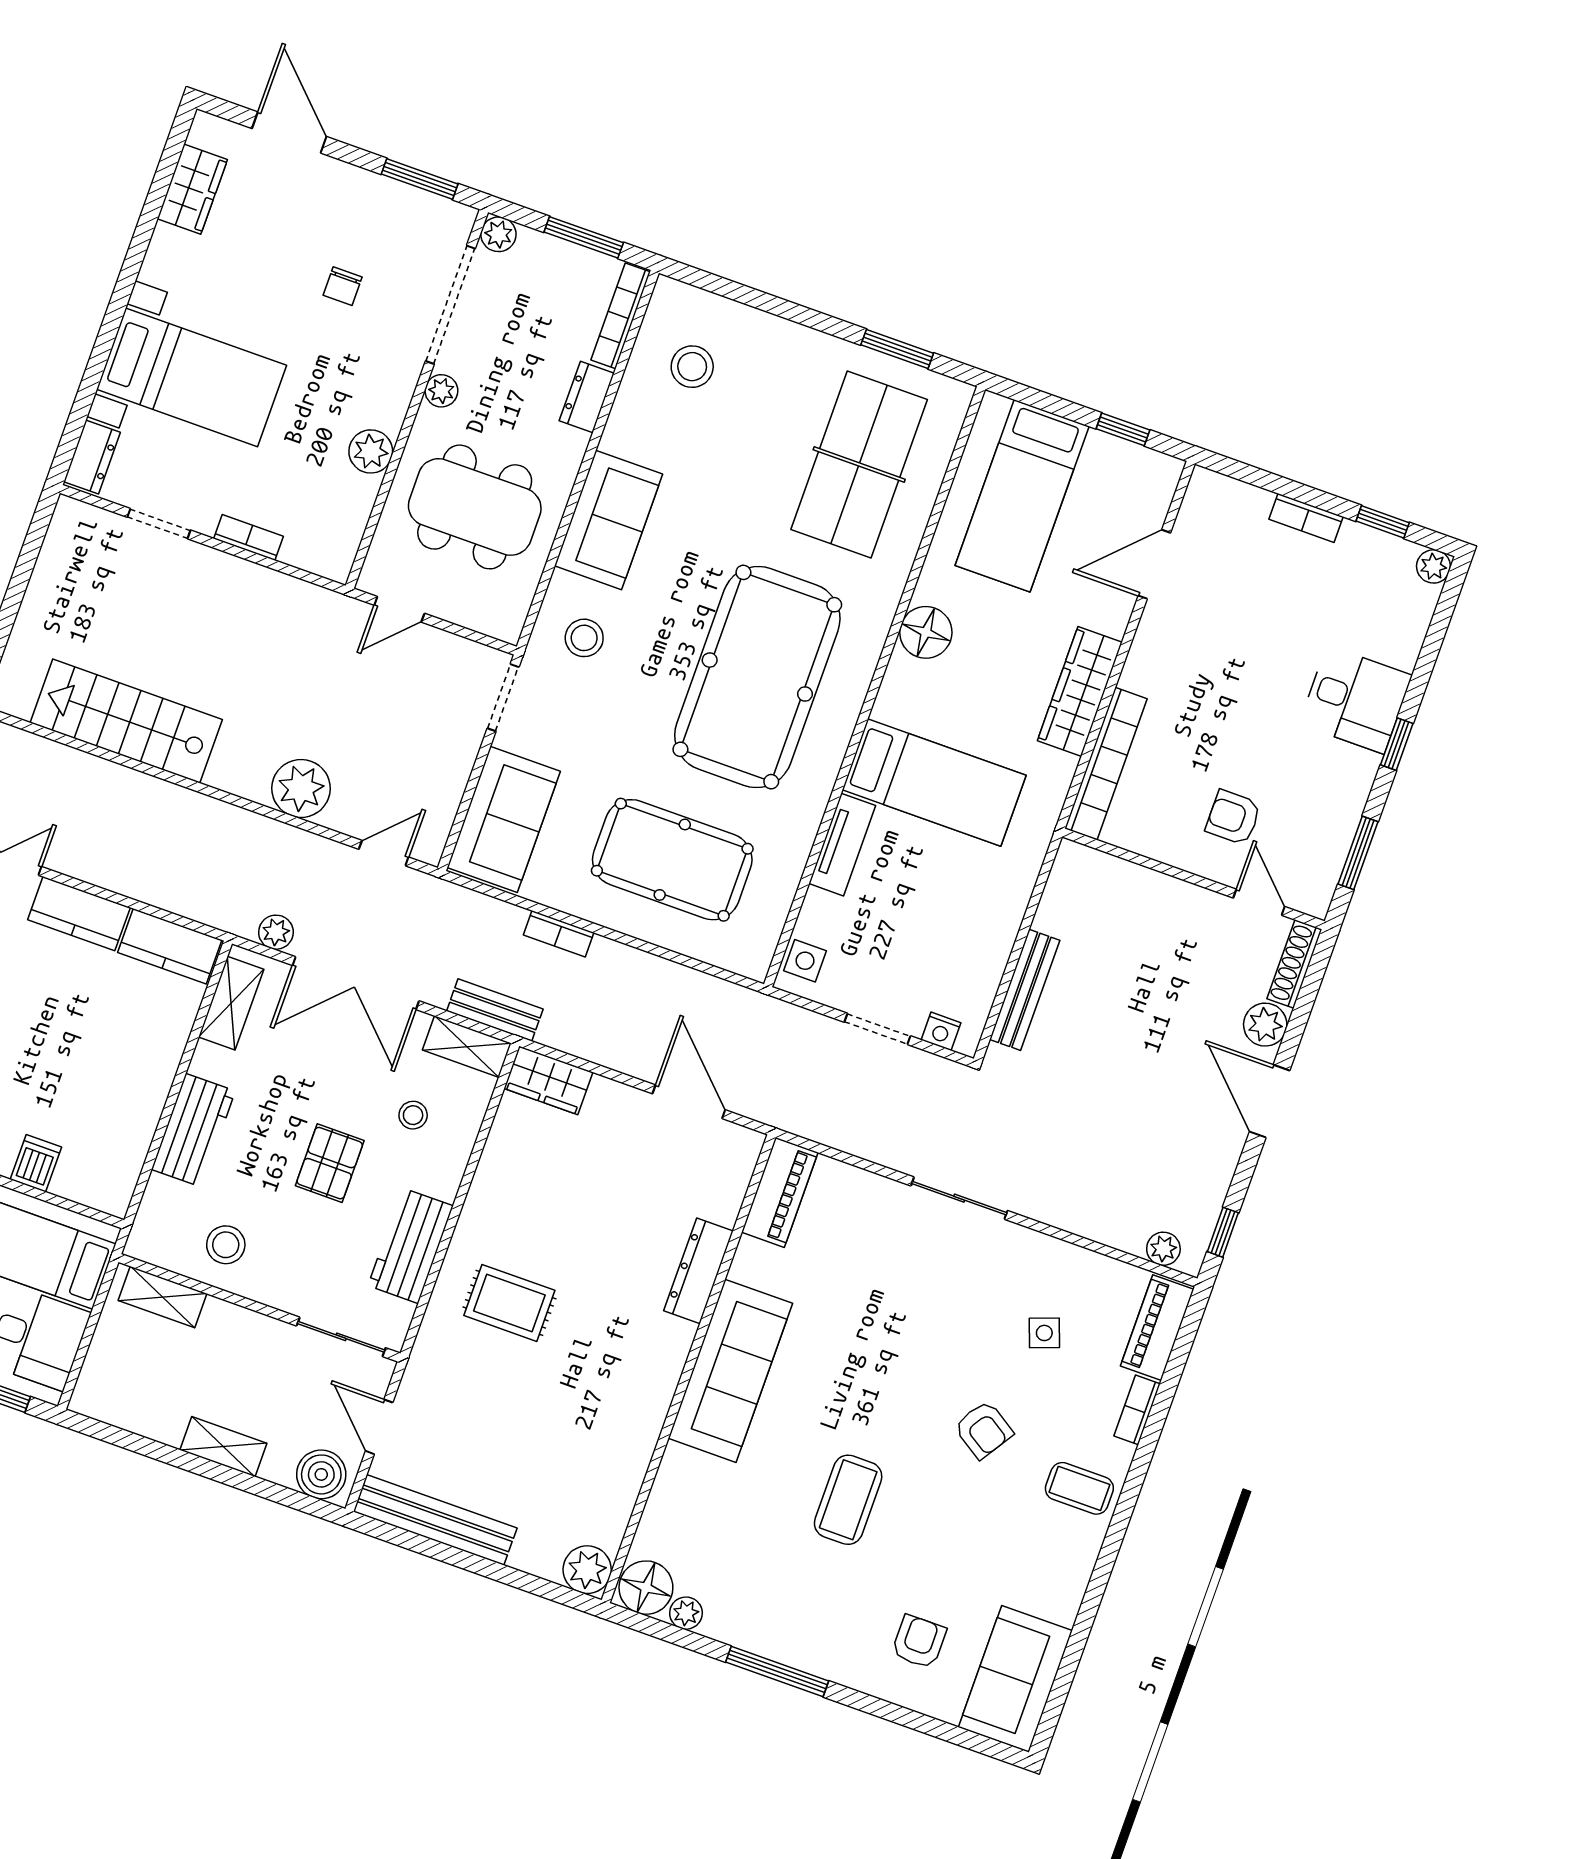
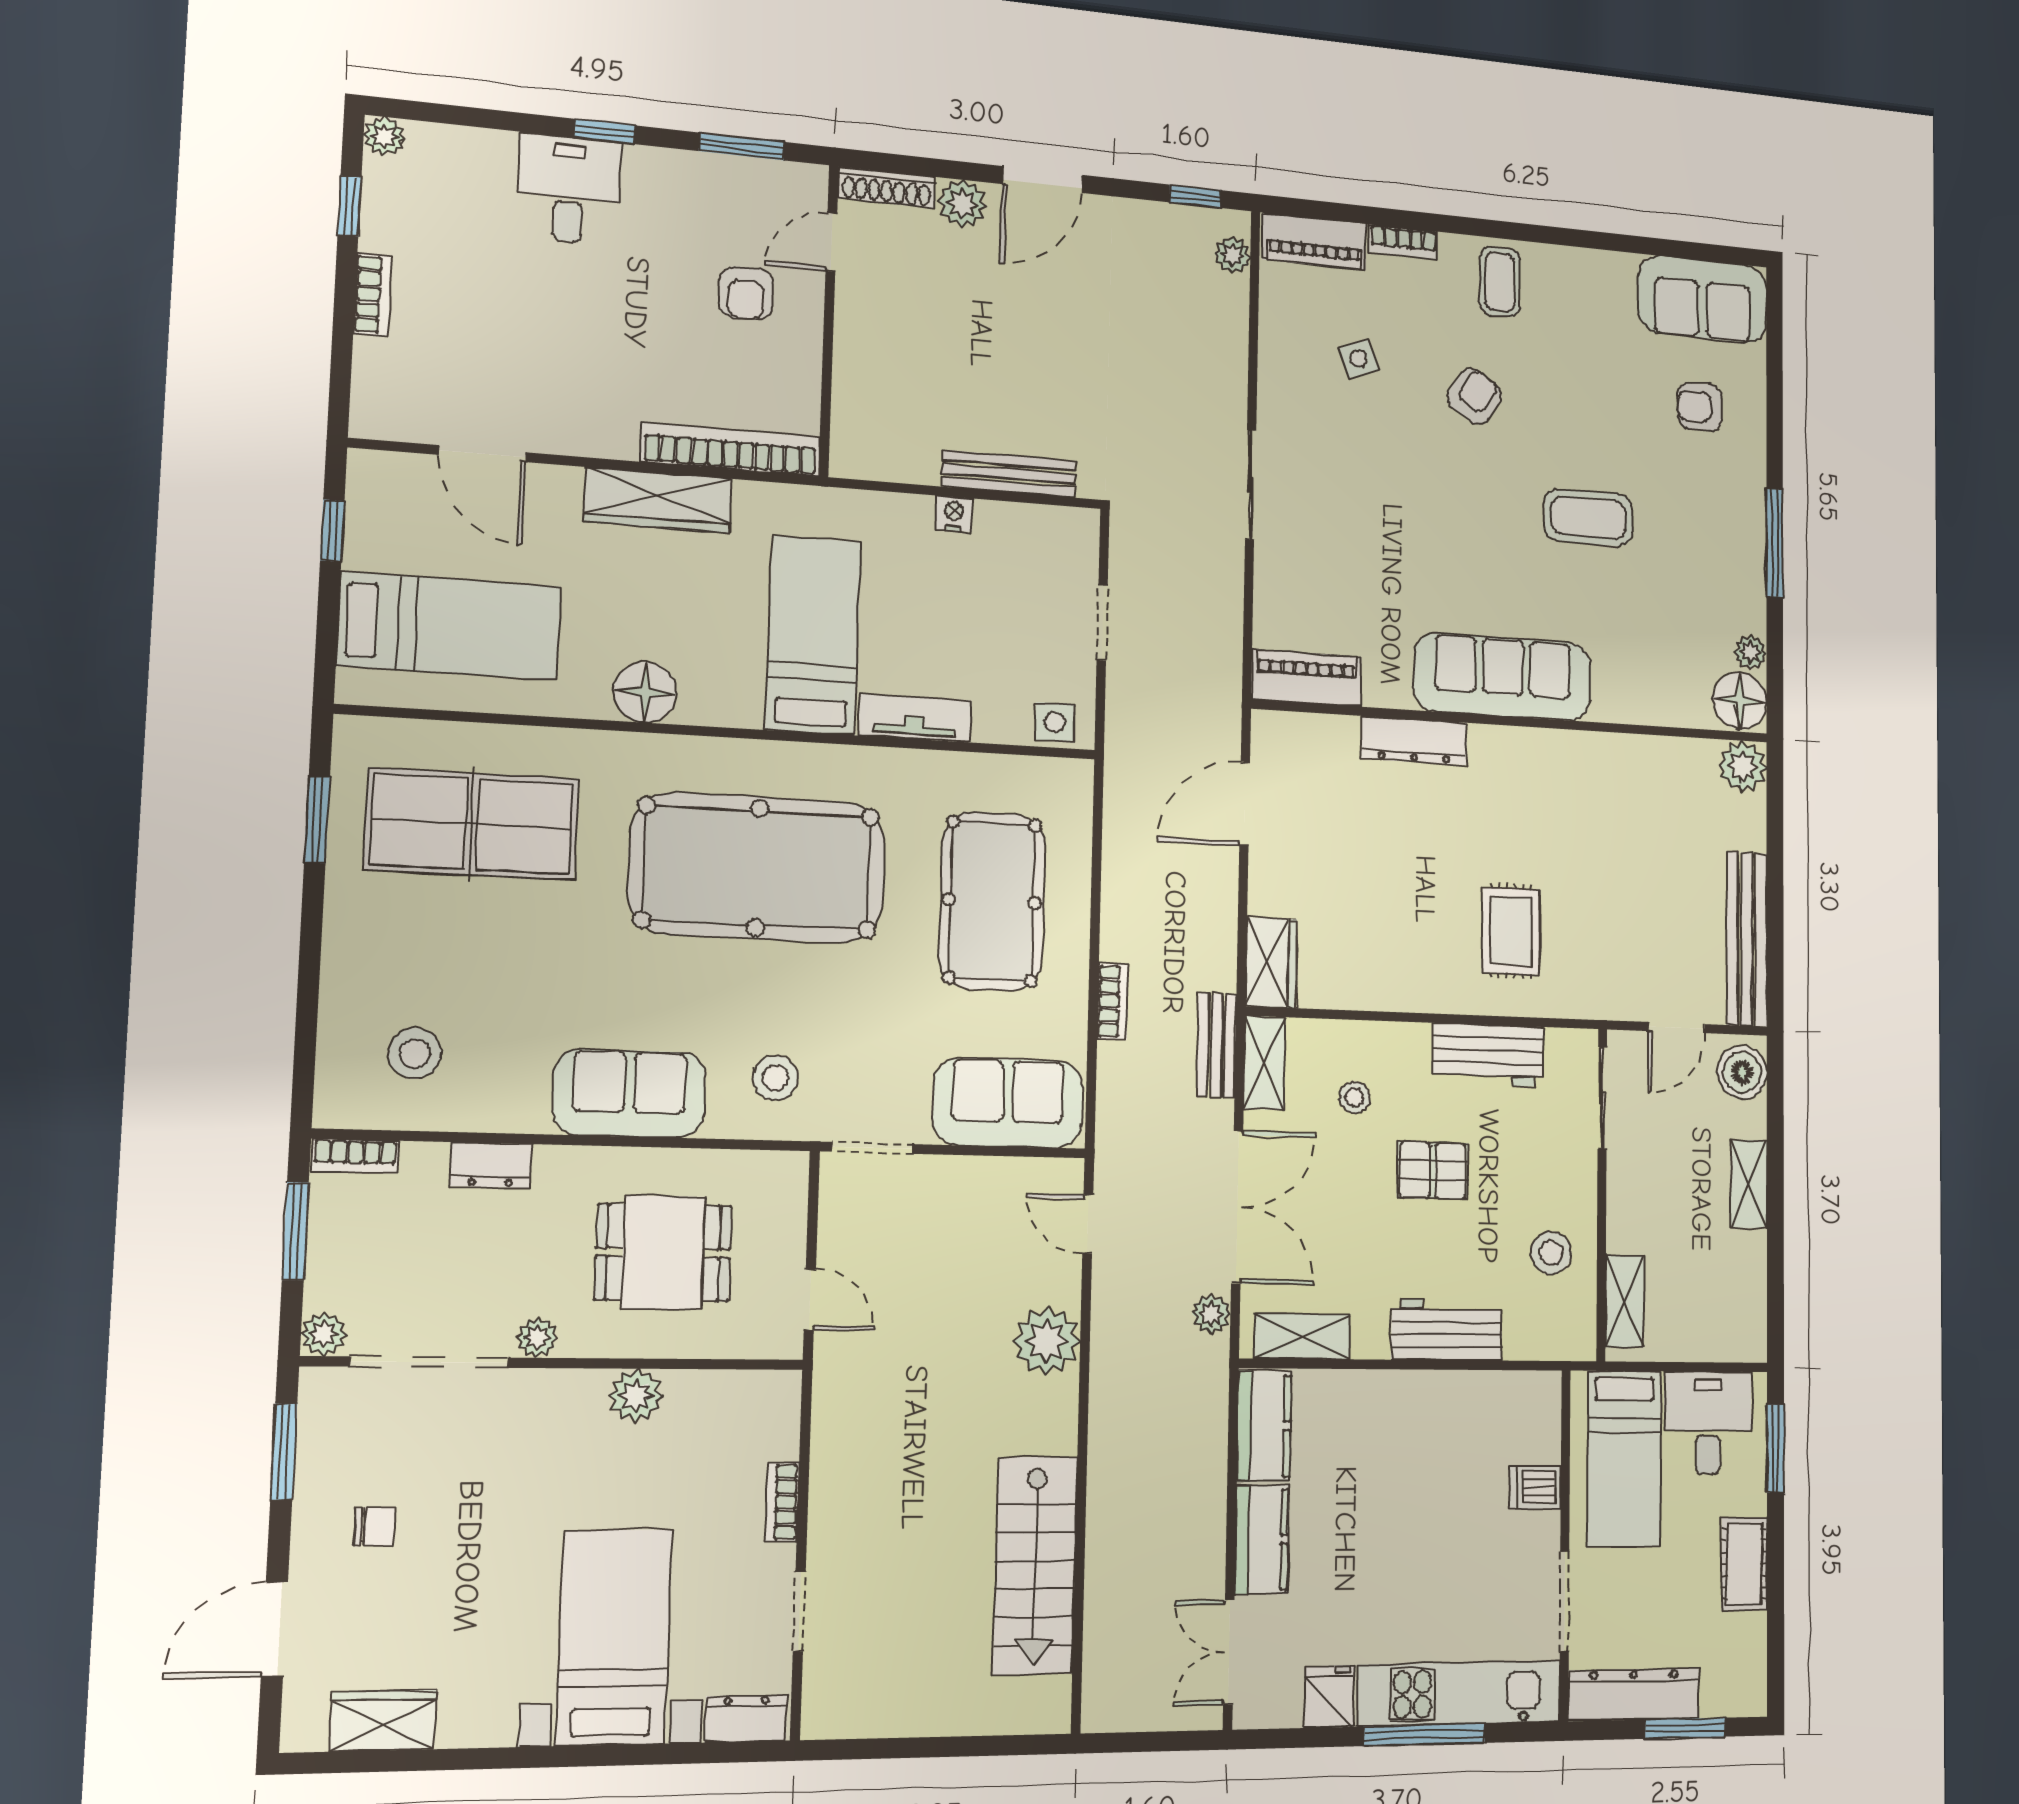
chair: (343, 286) -> (375, 1527), moved
bookcase: (621, 316) -> (355, 1156), width x0.64
dining table: (475, 507) -> (663, 1253), width x0.73
nightstand: (941, 1031) -> (954, 514), moved, turned -90

